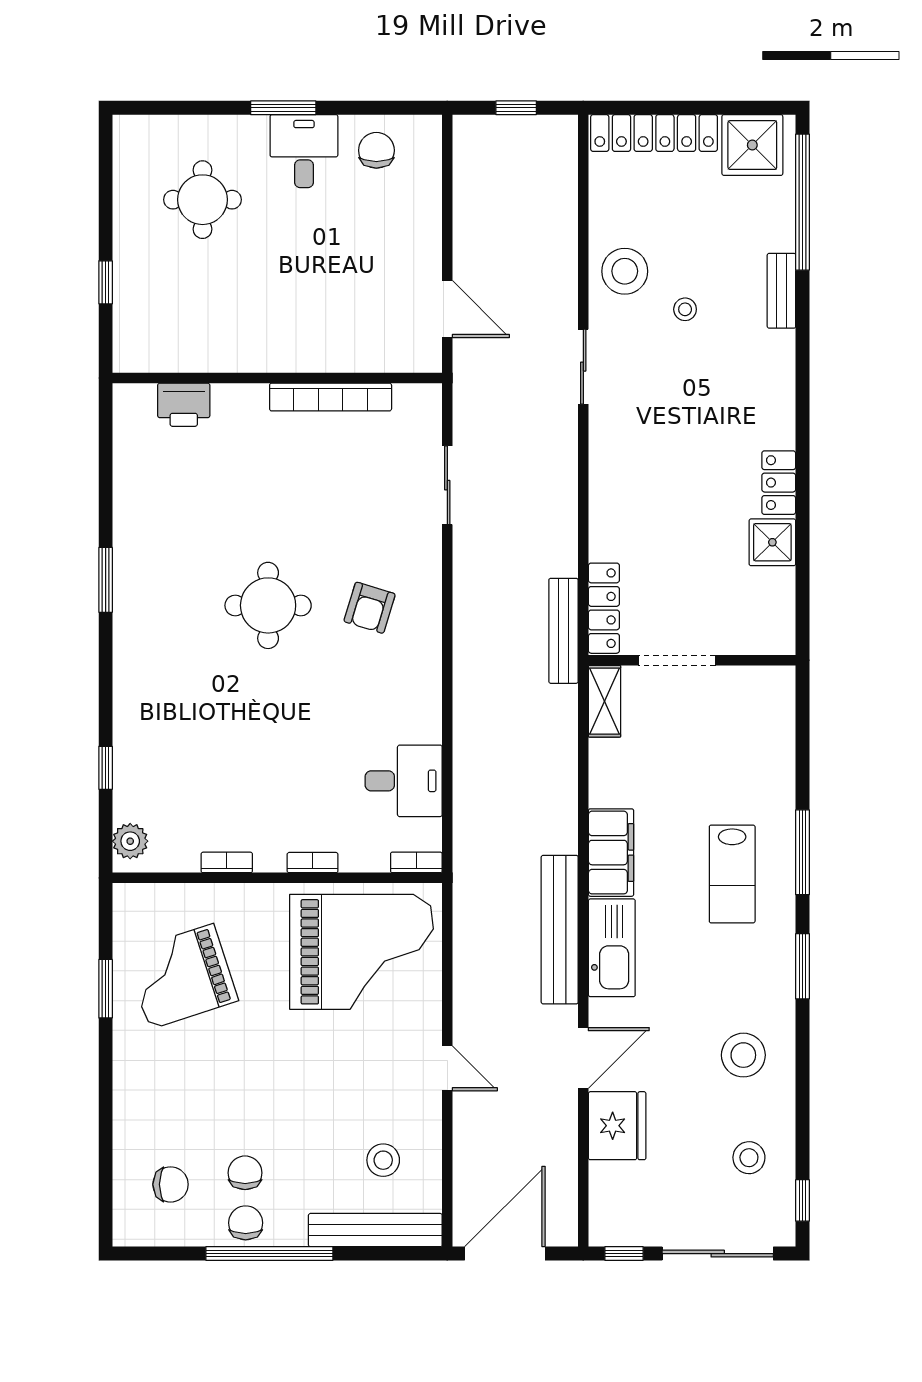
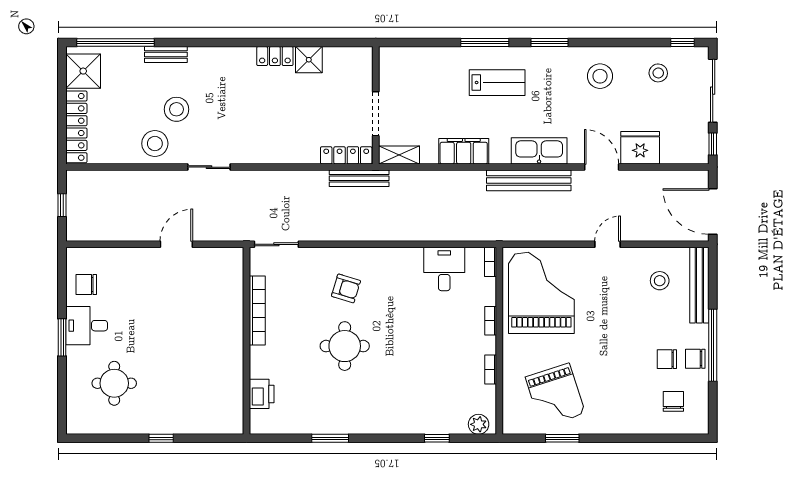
stool: (685, 309) -> (176, 109), width x1.89, depth x1.89
wall: (277, 378) -> (246, 341), moved
bookcase: (331, 397) -> (257, 311), moved
printer: (184, 405) -> (262, 394), moved
filing cabinet: (611, 853) -> (464, 151), moved

